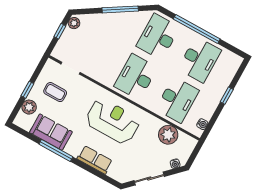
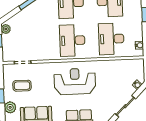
desk: (177, 100) -> (111, 39), turned 180
plant: (168, 135) -> (120, 67), removed

